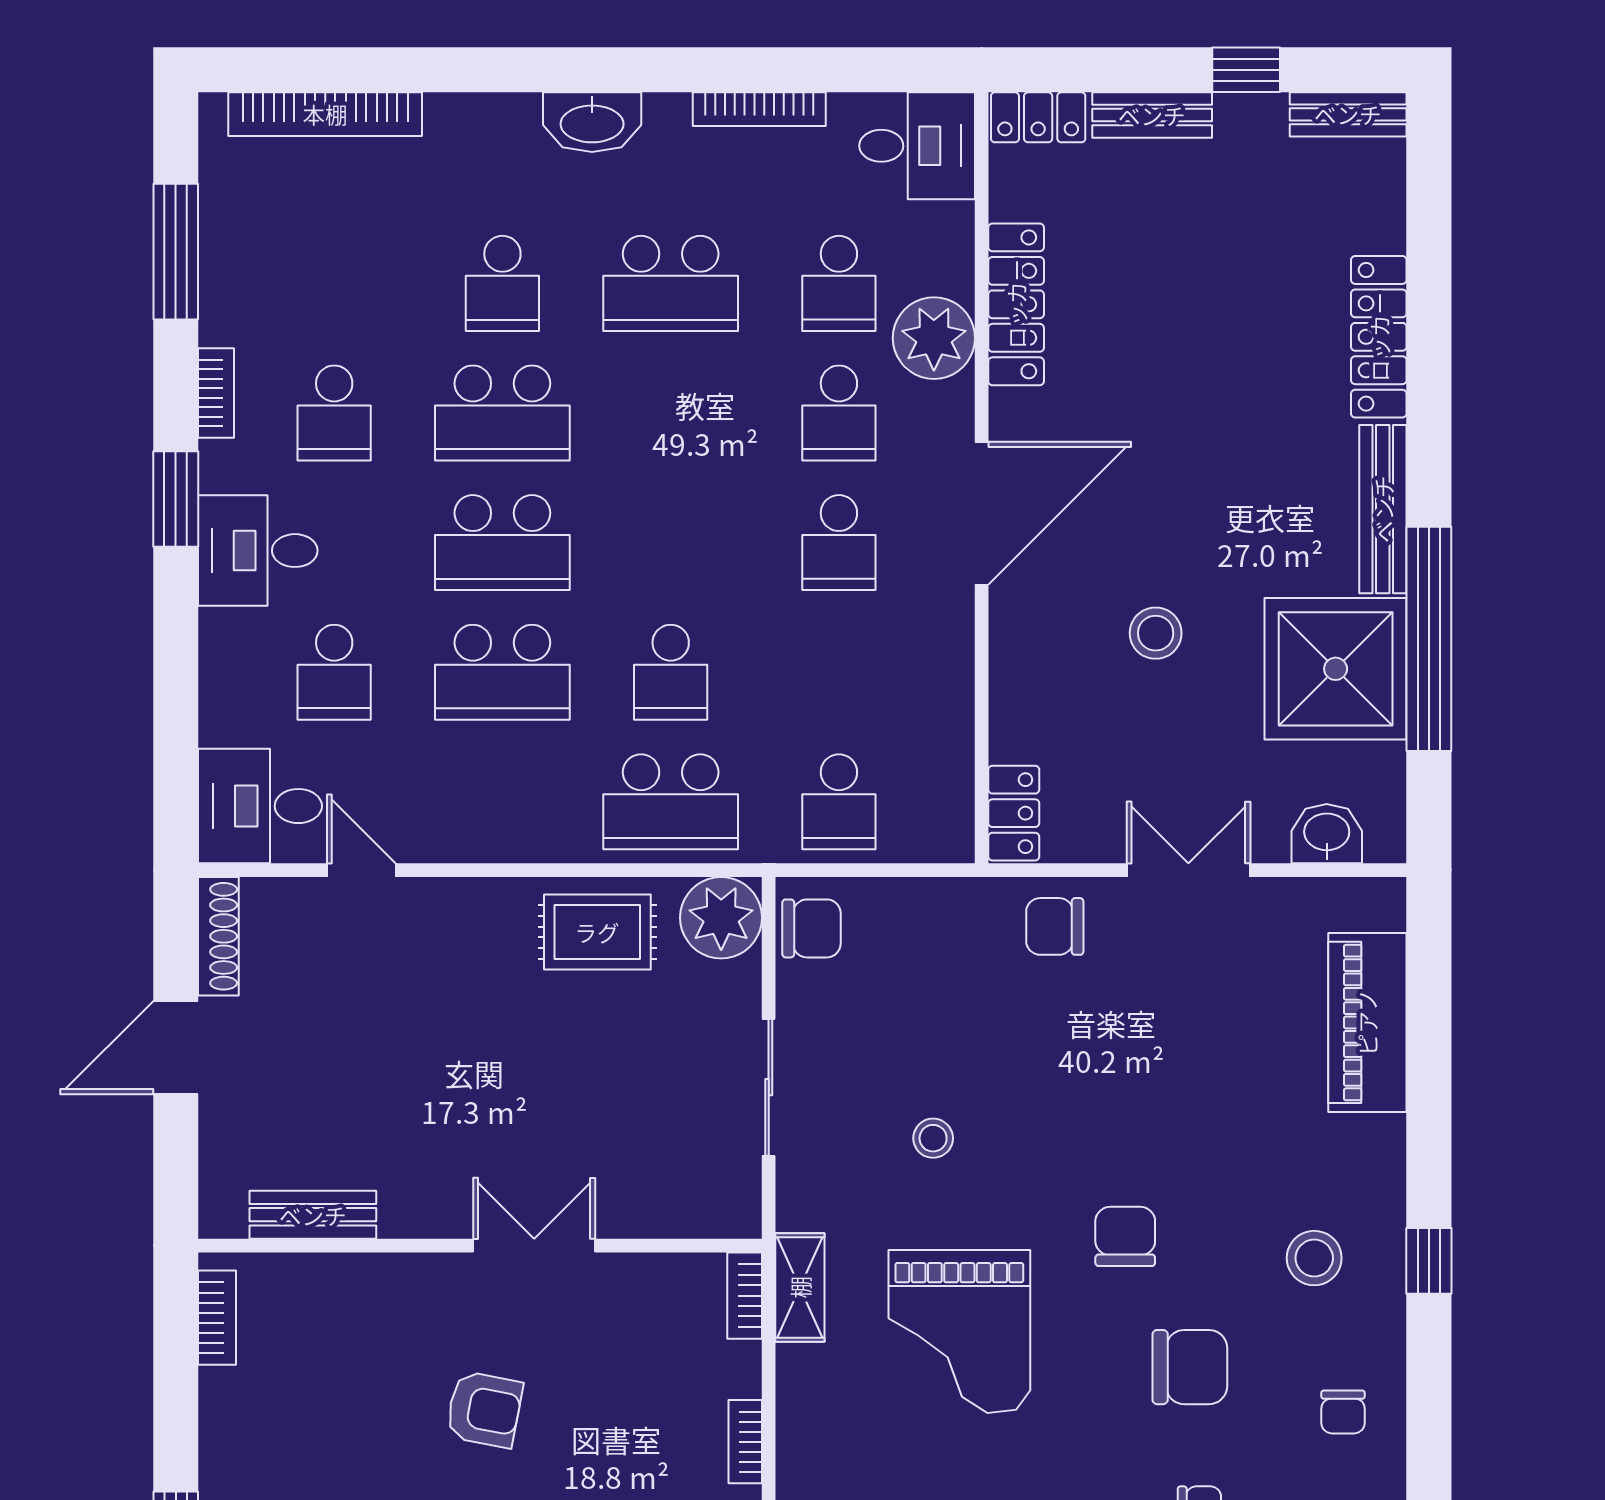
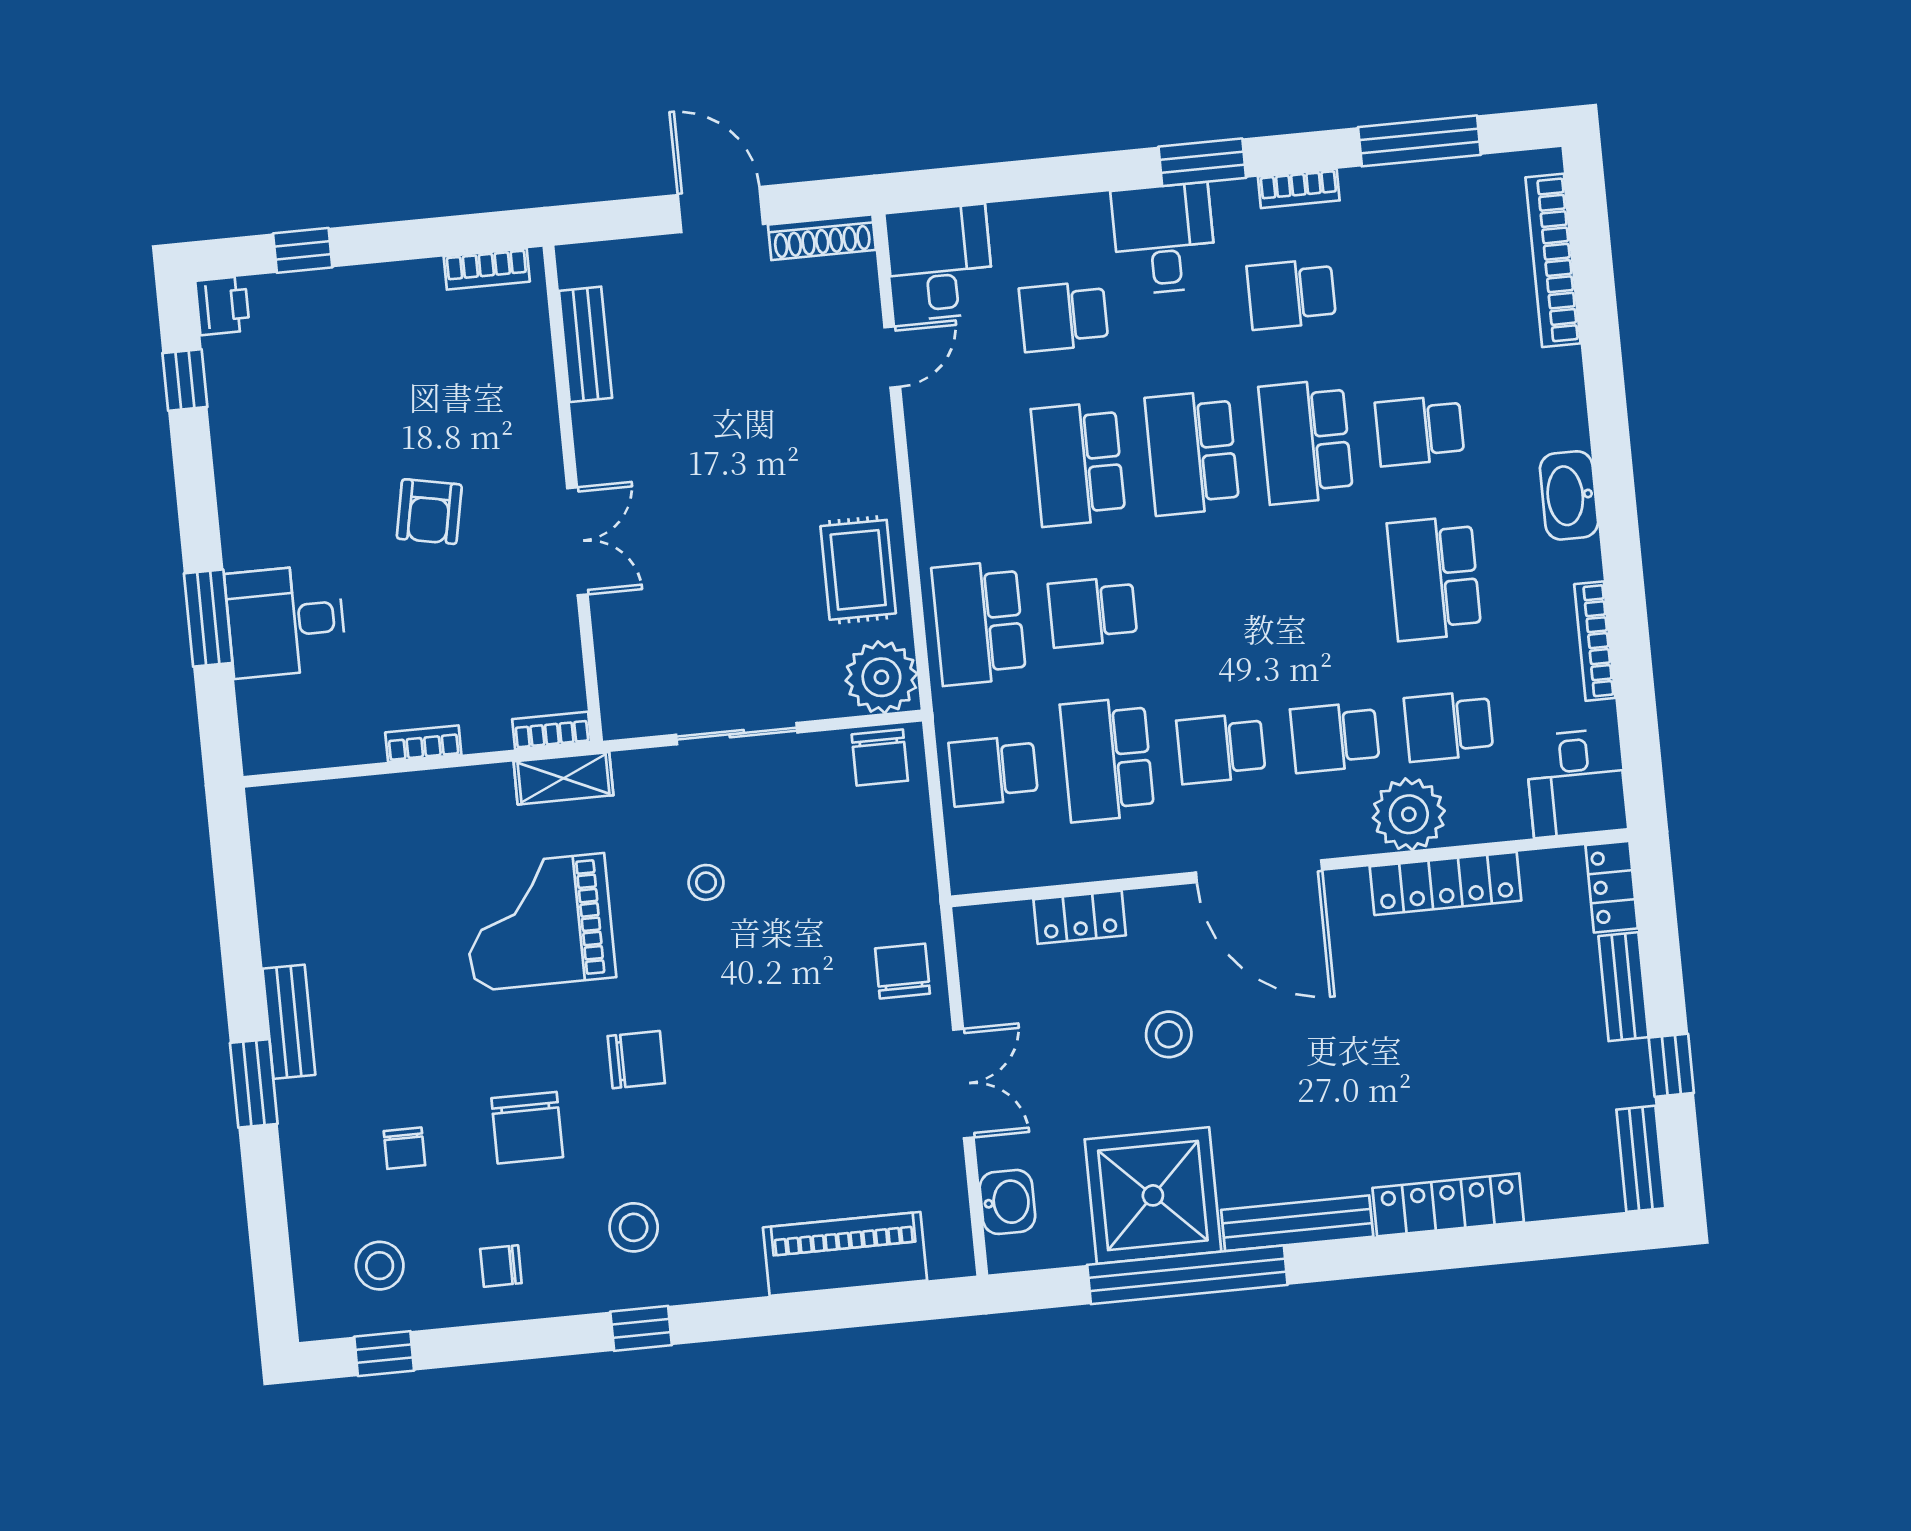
school desk: (839, 672) -> (1107, 760), added
locker: (1014, 813) -> (1080, 917), moved

